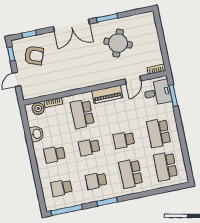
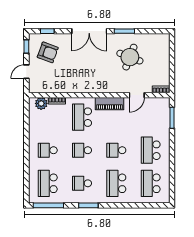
desk: (158, 93) -> (158, 112), removed
washbasin: (37, 134) -> (35, 127), removed
school desk: (61, 188) -> (48, 183), width x1.85

